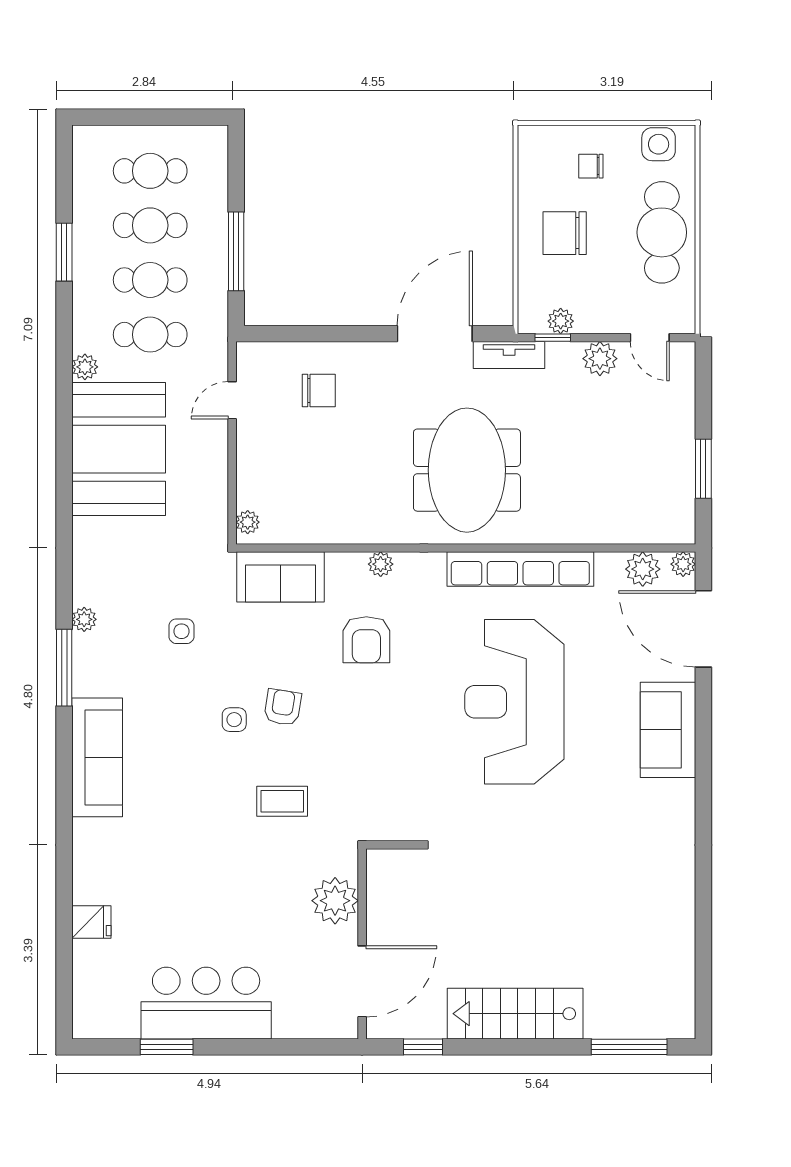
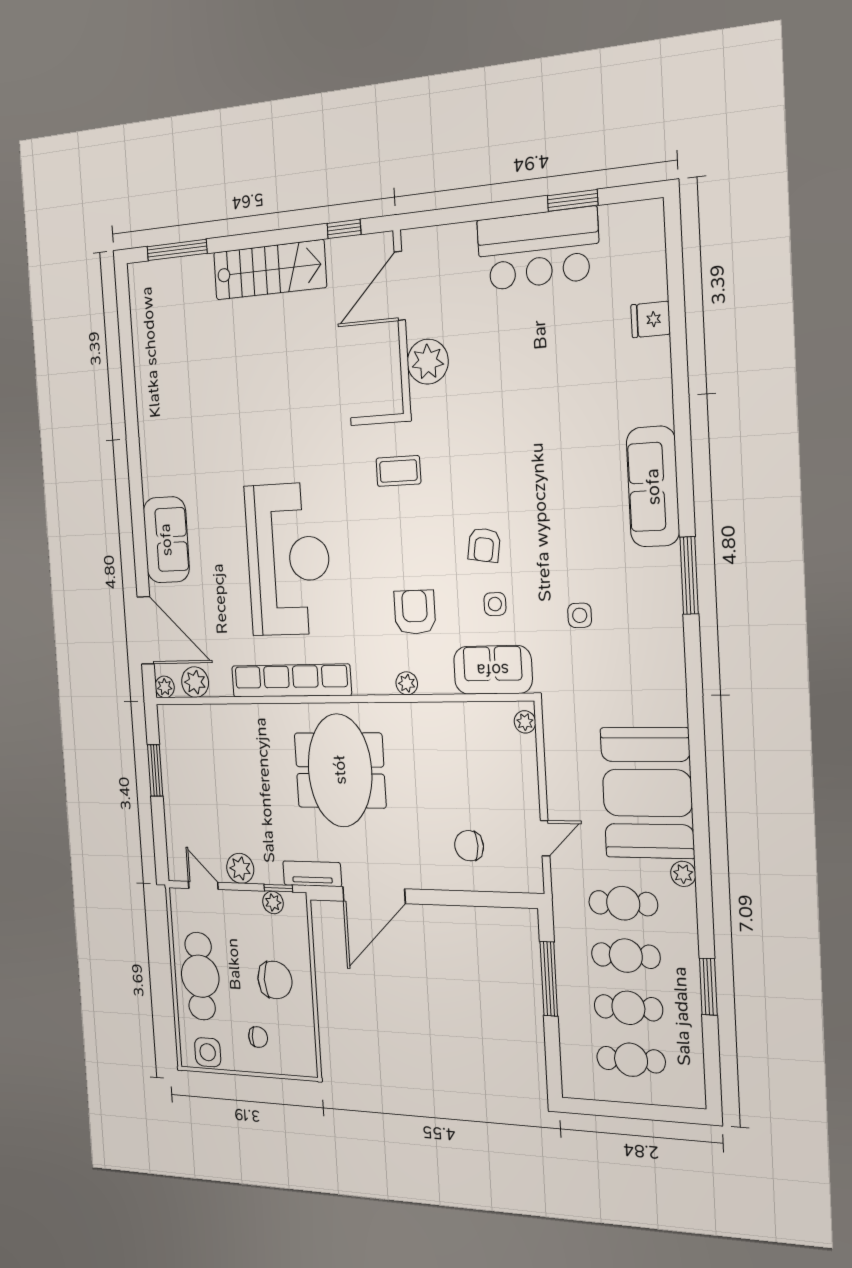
plant: (84, 619) -> (672, 624), removed
side table: (234, 720) -> (495, 604), moved
coffee table: (282, 801) -> (398, 471), moved

